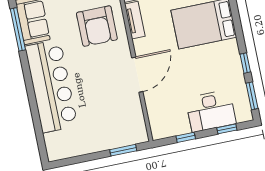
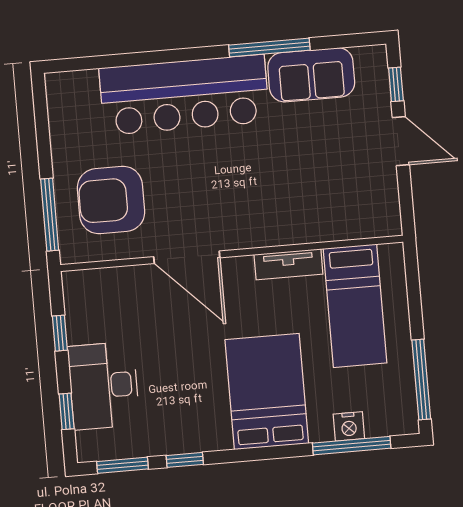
armchair: (97, 26) -> (111, 200), moved
window: (18, 29) -> (269, 48), moved
window: (123, 150) -> (50, 215), width x1.44

